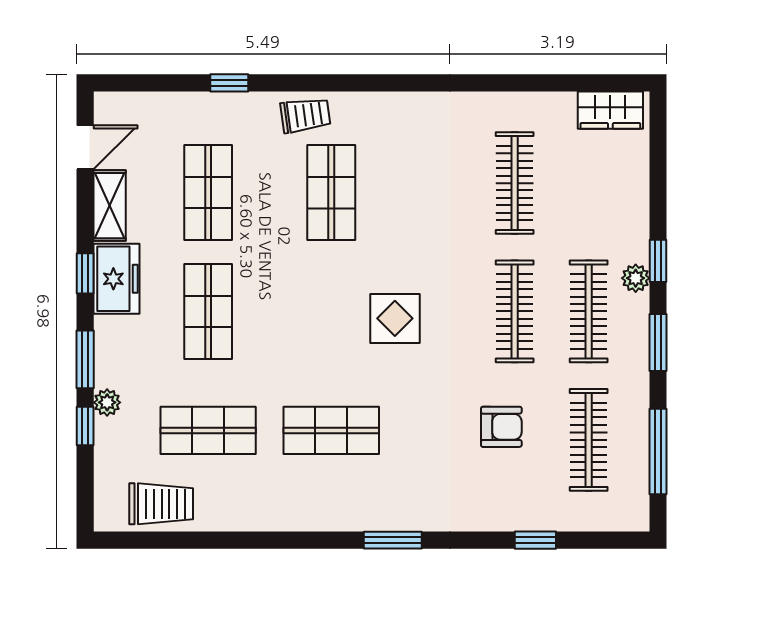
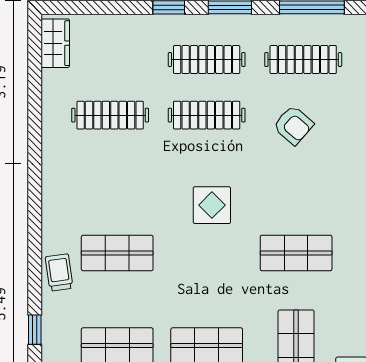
plant: (636, 278) -> (182, 24), removed
armchair: (501, 427) -> (293, 125), turned 131
shop shelf: (331, 430) -> (296, 253), turned 90

